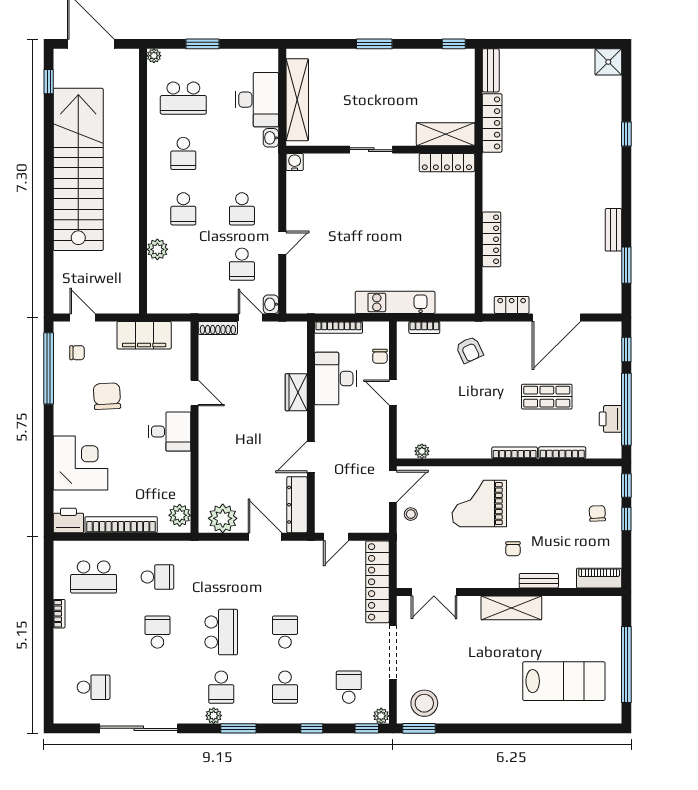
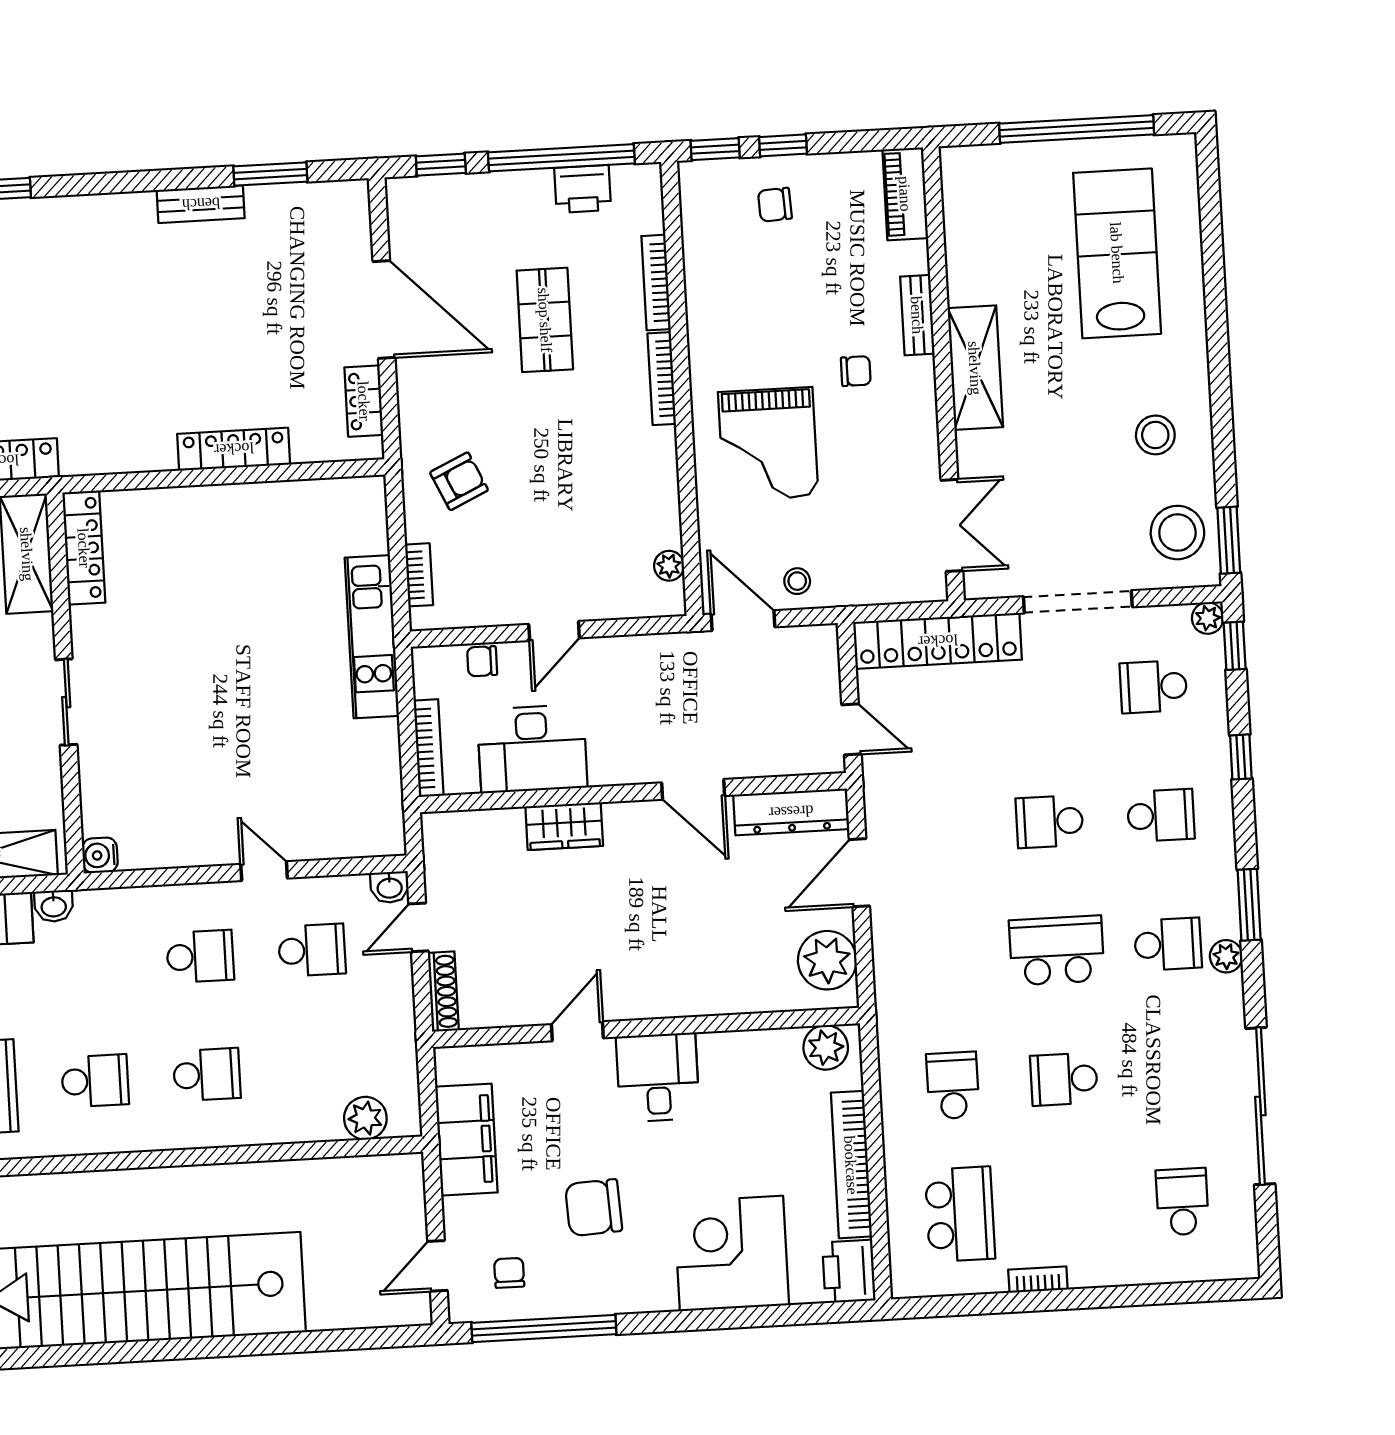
plant: (157, 249) -> (365, 1118), moved
chair: (380, 356) -> (482, 661), turned 180
stool: (473, 695) -> (1155, 435), added

